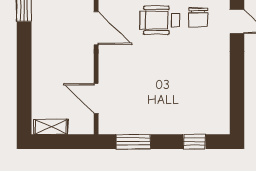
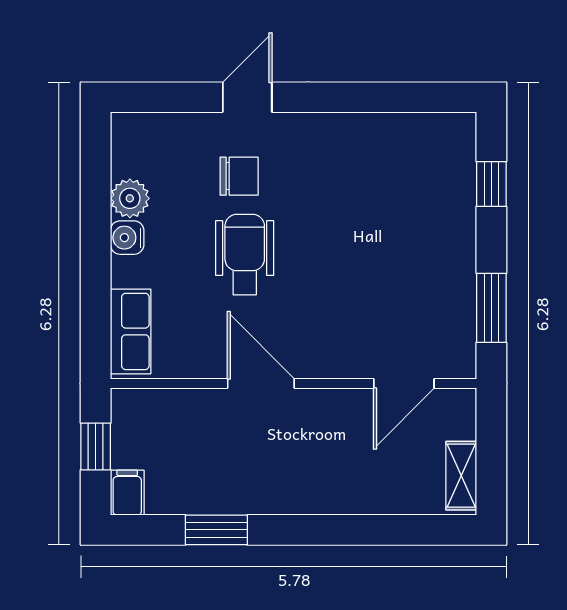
wheelchair: (160, 20) -> (245, 255), turned 180
door: (96, 28) -> (261, 384), hinge flipped

